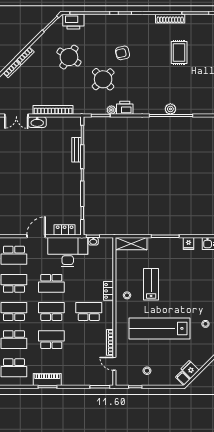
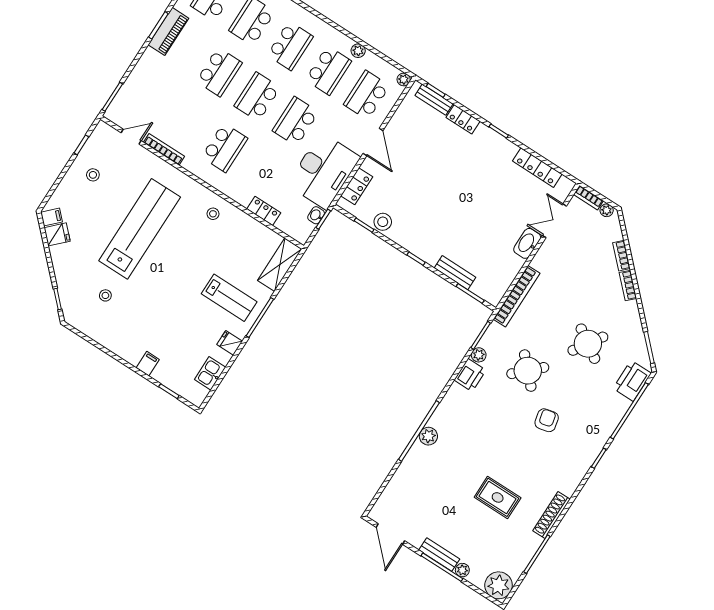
bookcase: (53, 110) -> (517, 296), moved
stool: (74, 204) -> (383, 222), added
lab bench: (151, 284) -> (229, 298), moved
locker: (108, 291) -> (264, 211), moved
school desk: (51, 311) -> (257, 97), turned 180

